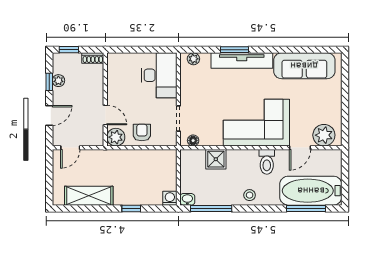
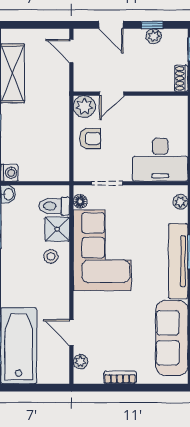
bookcase: (337, 108) -> (120, 377), added
corner sofa: (256, 123) -> (102, 250), moved
plant: (324, 135) -> (80, 362), width x0.53, depth x0.53
toilet: (267, 162) -> (54, 206), moved
stool: (250, 195) -> (51, 256), moved

